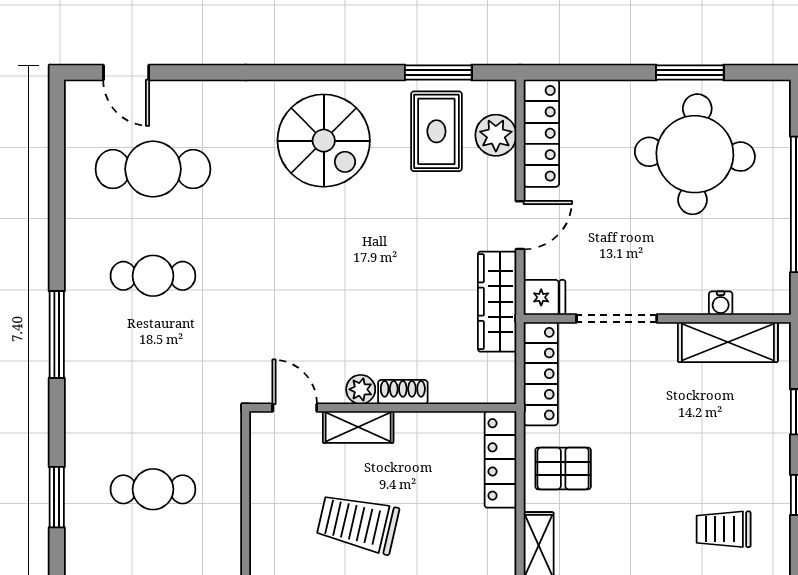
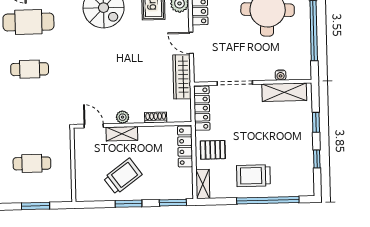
door: (520, 225) -> (191, 43), swing flipped
fridge: (544, 297) -> (203, 74), removed
shoe rack: (403, 392) -> (156, 117), moved
trolley: (358, 523) -> (123, 176), turned 131
trolley: (724, 529) -> (253, 176), moved, width x1.36, depth x1.39

